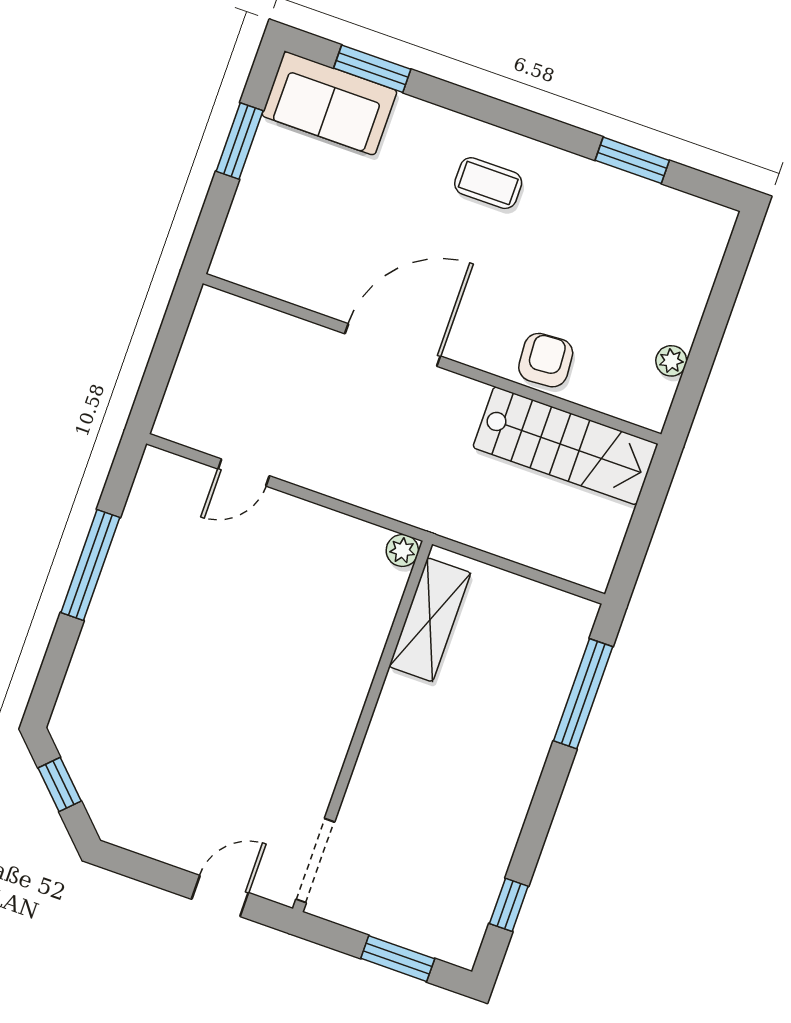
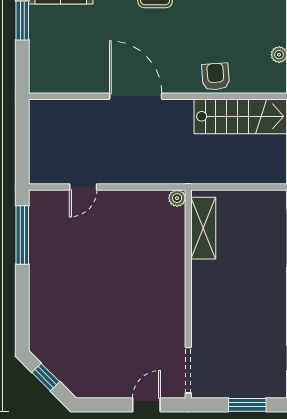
door: (393, 345) -> (136, 96), hinge flipped
window: (90, 565) -> (22, 235), moved

